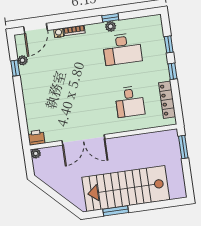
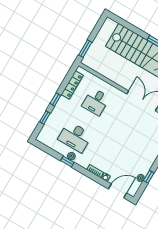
desk: (122, 49) -> (75, 137), turned 180
desk: (130, 102) -> (96, 102), turned 180

